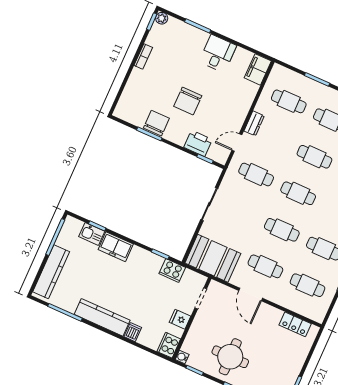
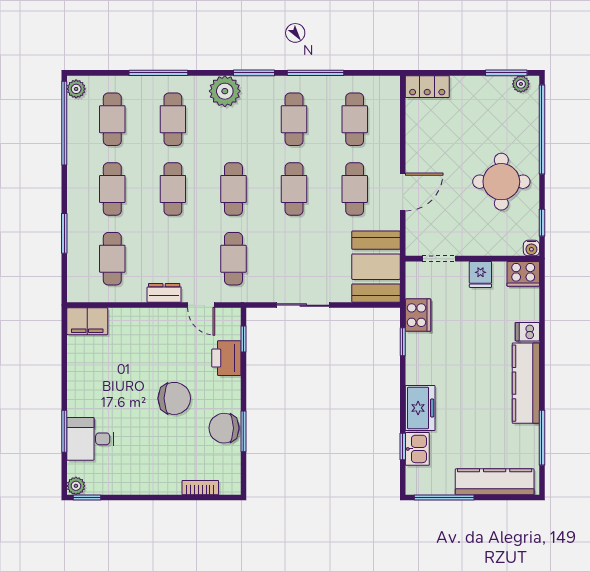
desk: (218, 54) -> (90, 439), moved
bookcase: (143, 56) -> (200, 488), moved
locker: (295, 324) -> (427, 87), moved, turned 90

